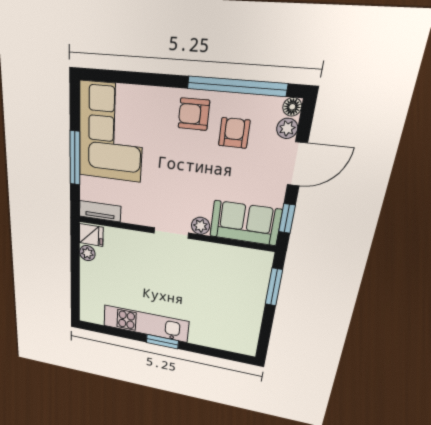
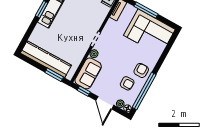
kitchen counter: (249, 310) -> (46, 59), added

